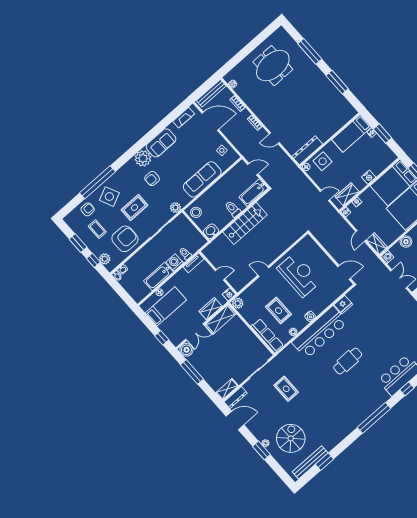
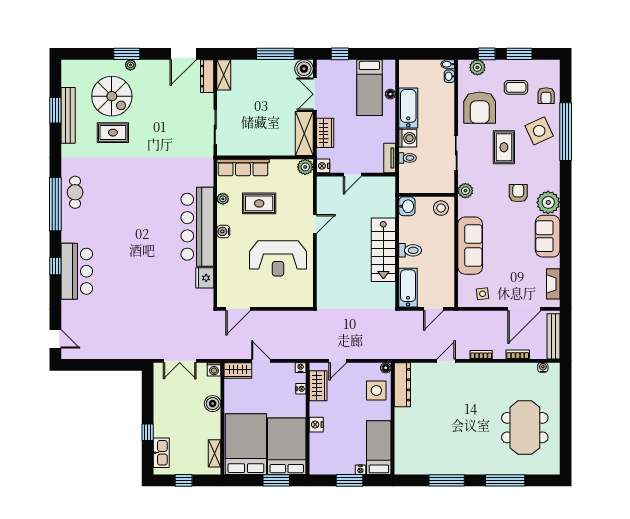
cafe table: (348, 361) -> (75, 192), moved, width x0.73, depth x0.74
rug: (286, 389) -> (113, 133), moved
bench: (310, 462) -> (68, 115), moved

